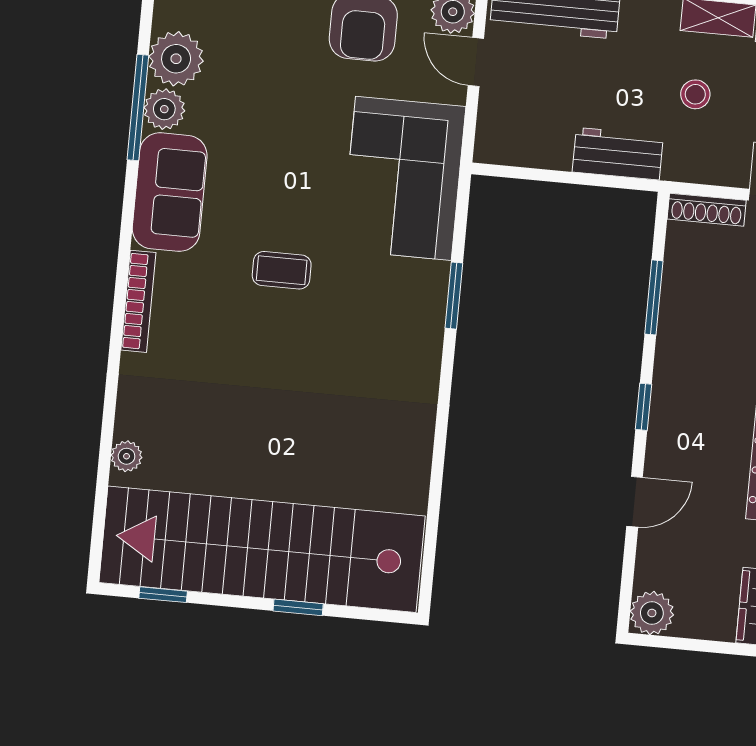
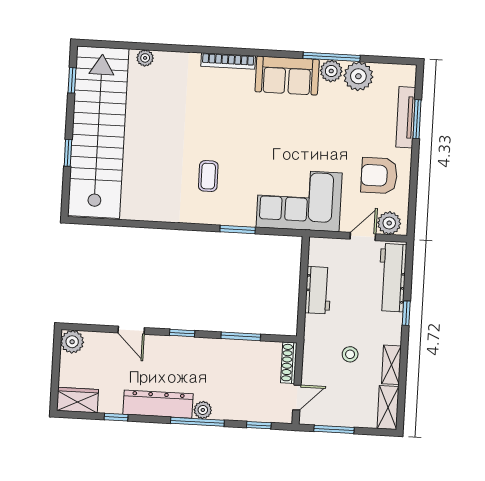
workbench: (618, 154) -> (318, 290), moved
coffee table: (282, 270) -> (208, 176), moved

